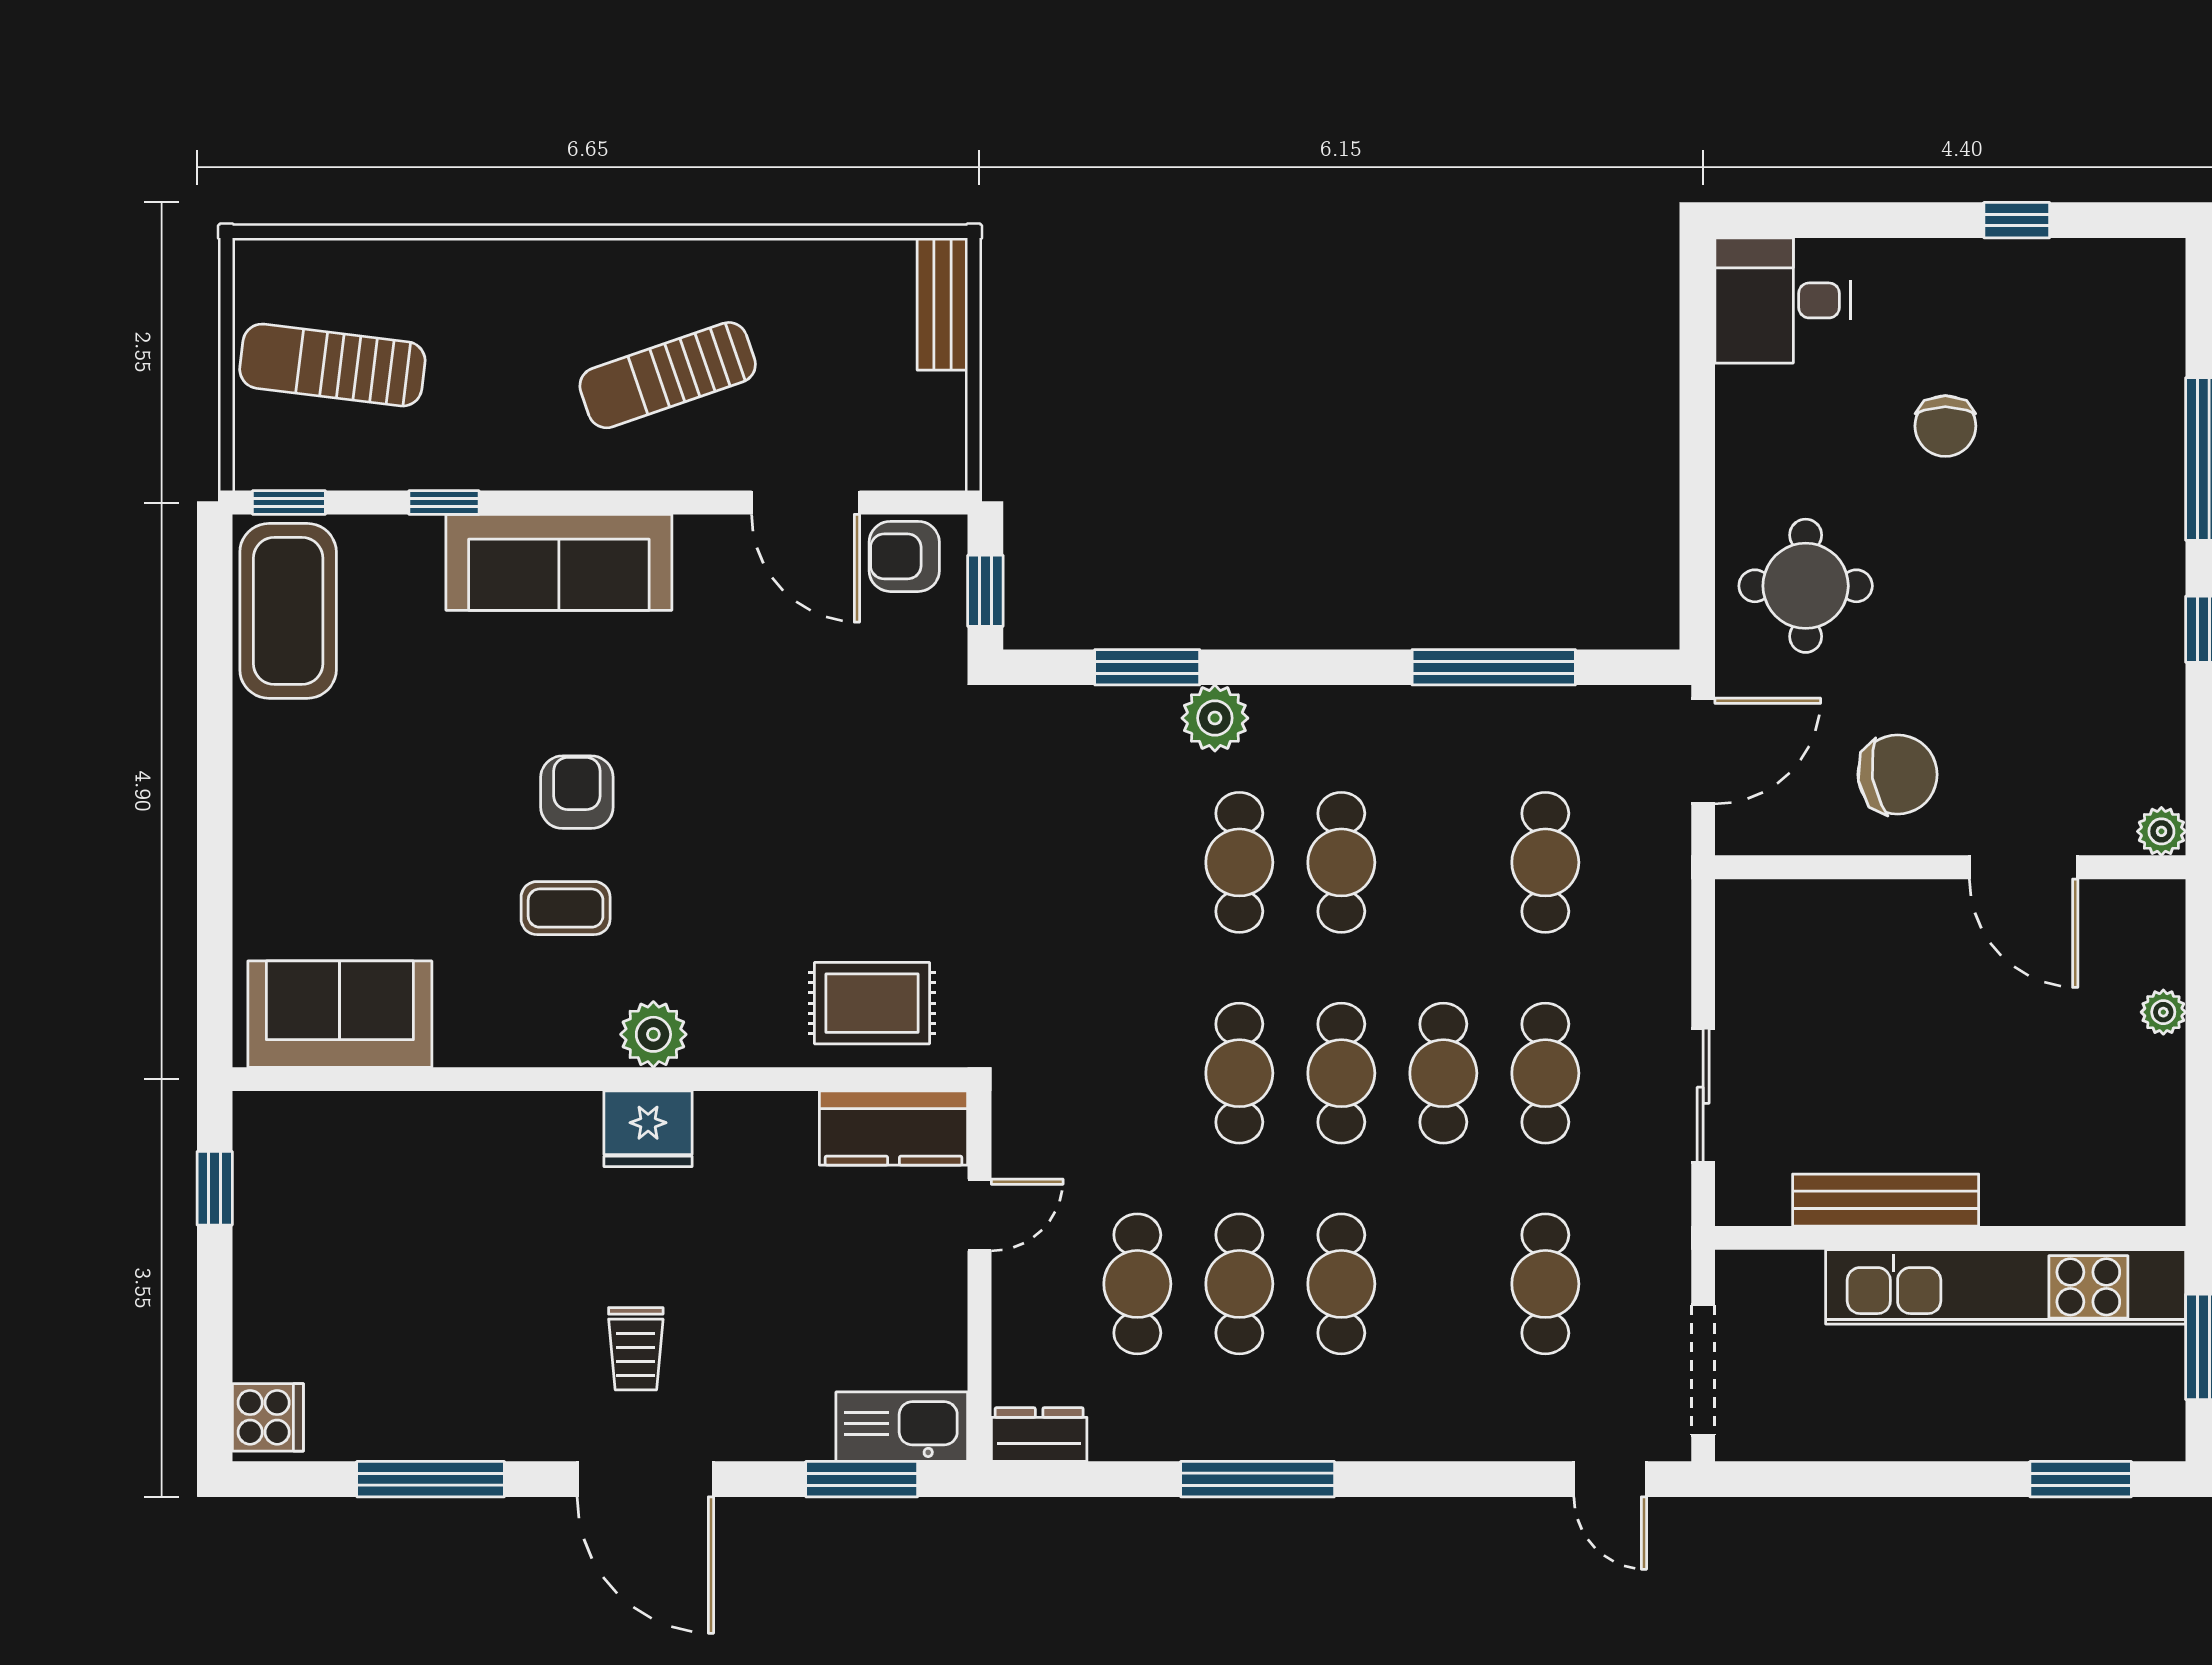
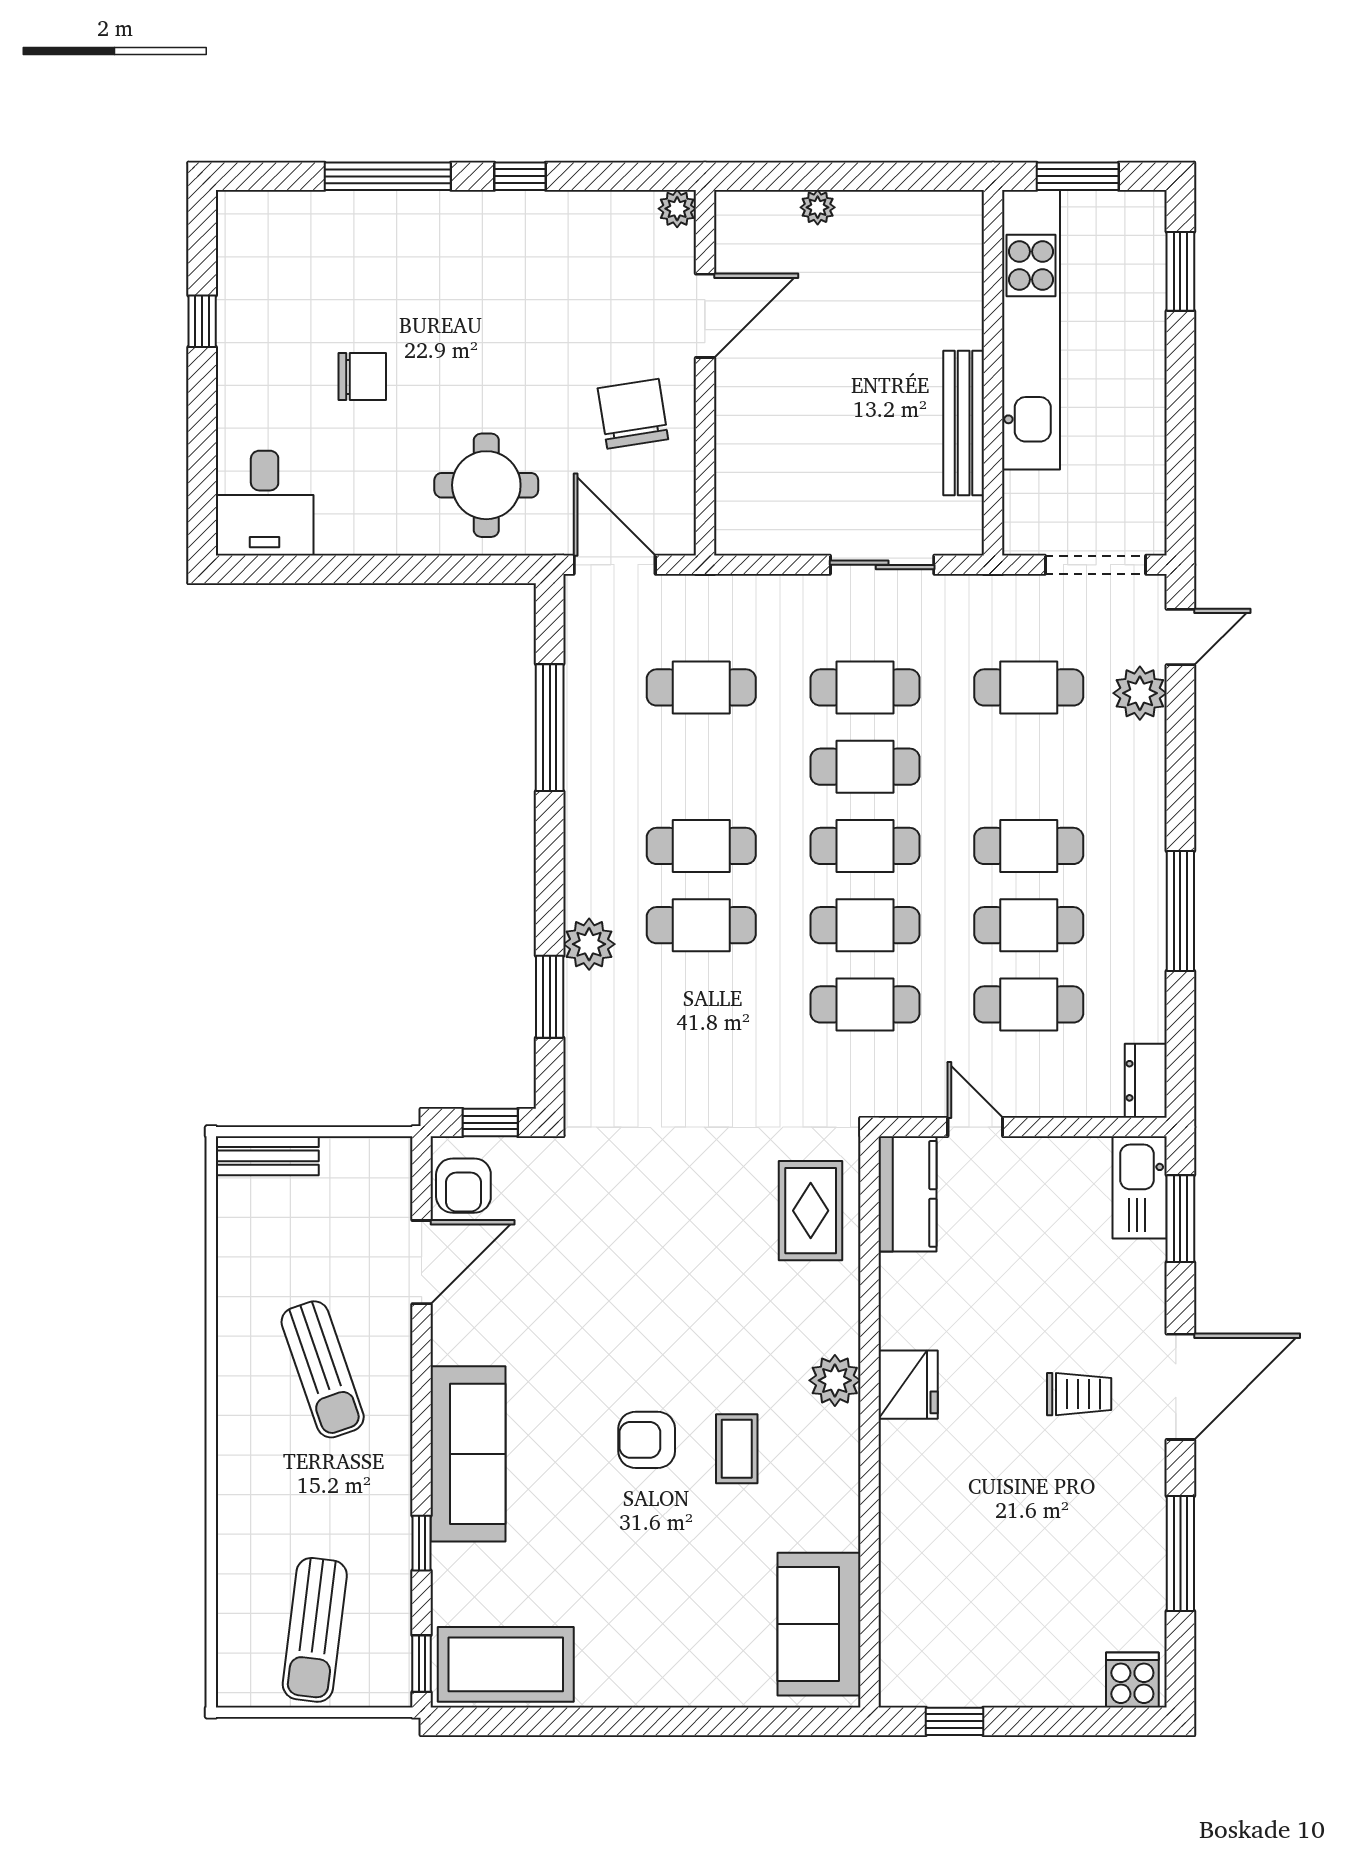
cafe table: (1137, 1073) -> (865, 1004), added
plant: (1538, 1427) -> (1140, 693), added

